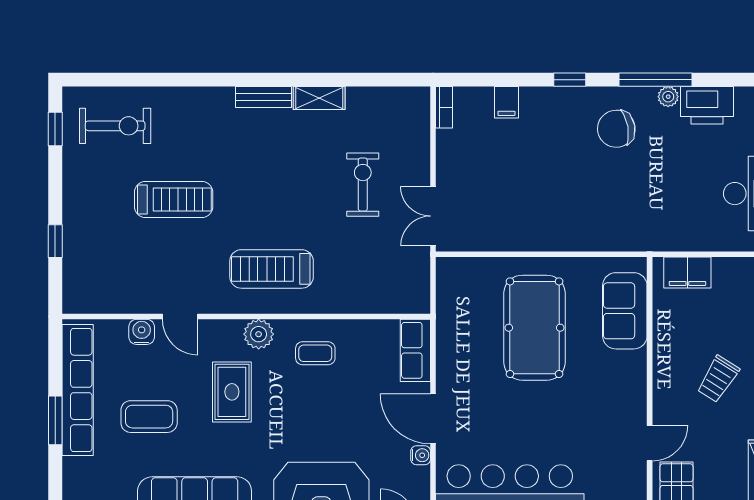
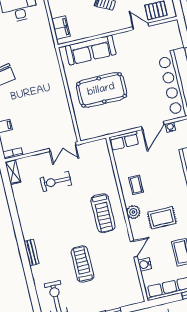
bench: (263, 97) -> (31, 252), moved
shelving: (319, 98) -> (13, 172), moved
sofa: (625, 311) -> (91, 50), width x1.36

